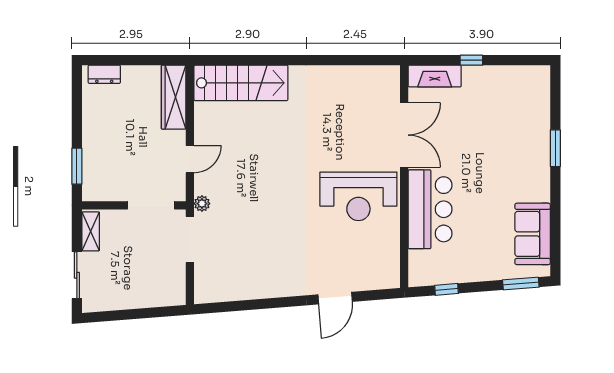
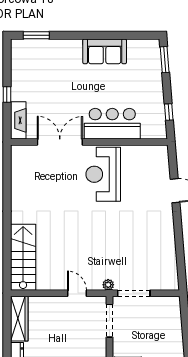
wardrobe: (174, 97) -> (19, 319), moved, turned -90
window: (555, 148) -> (36, 35), moved
reception desk: (358, 196) -> (103, 174), turned 180
sofa: (533, 234) -> (105, 51), moved

